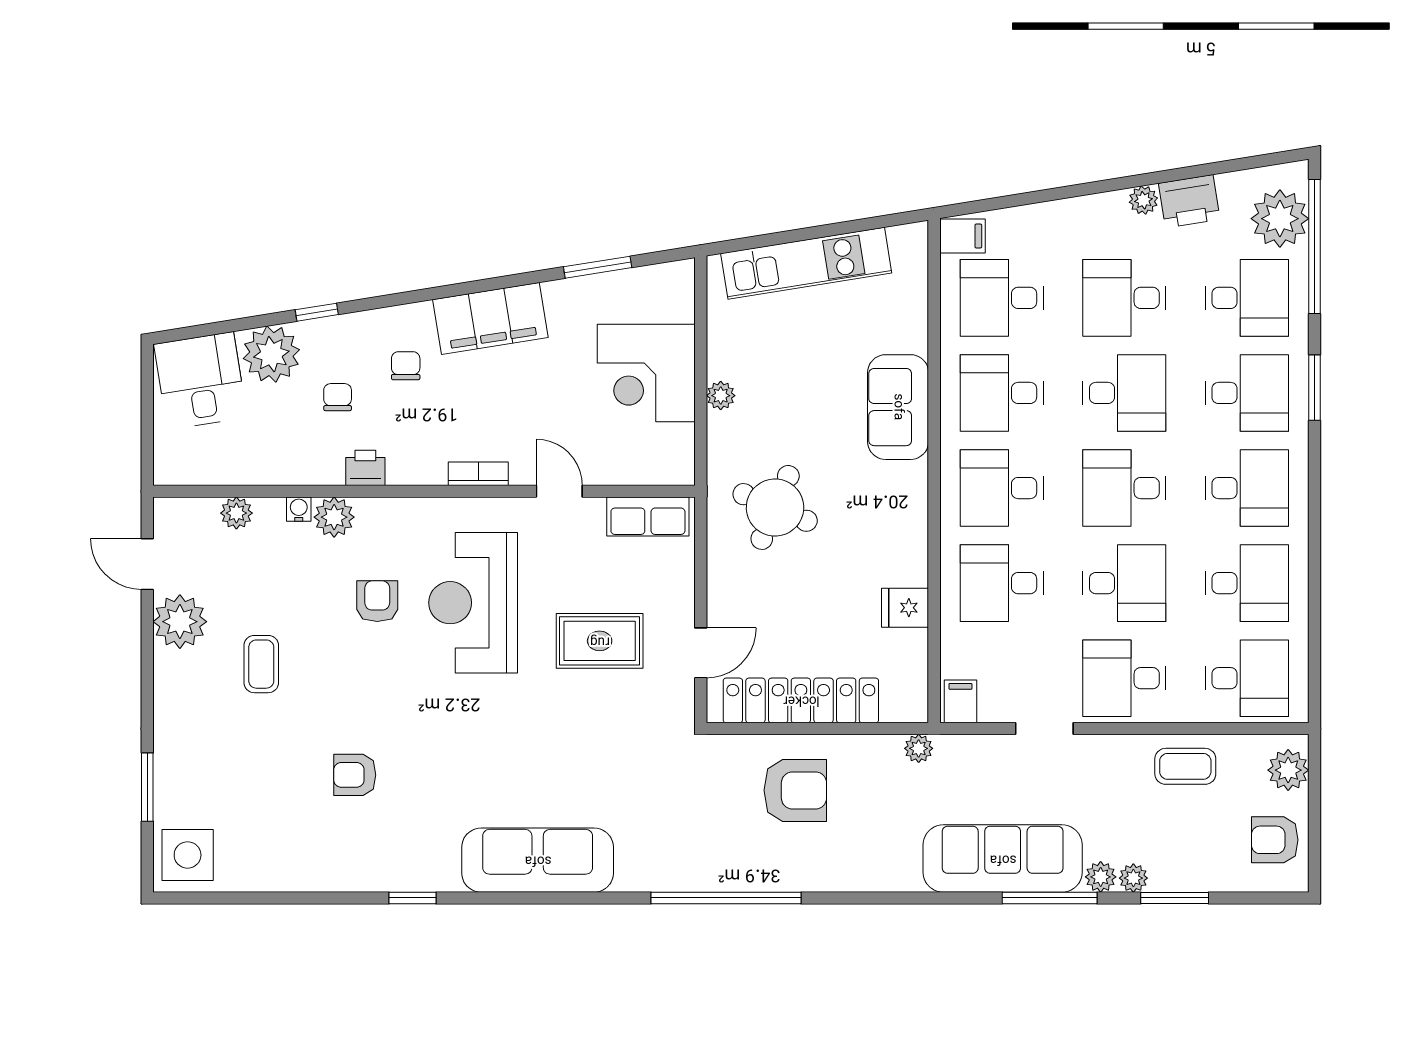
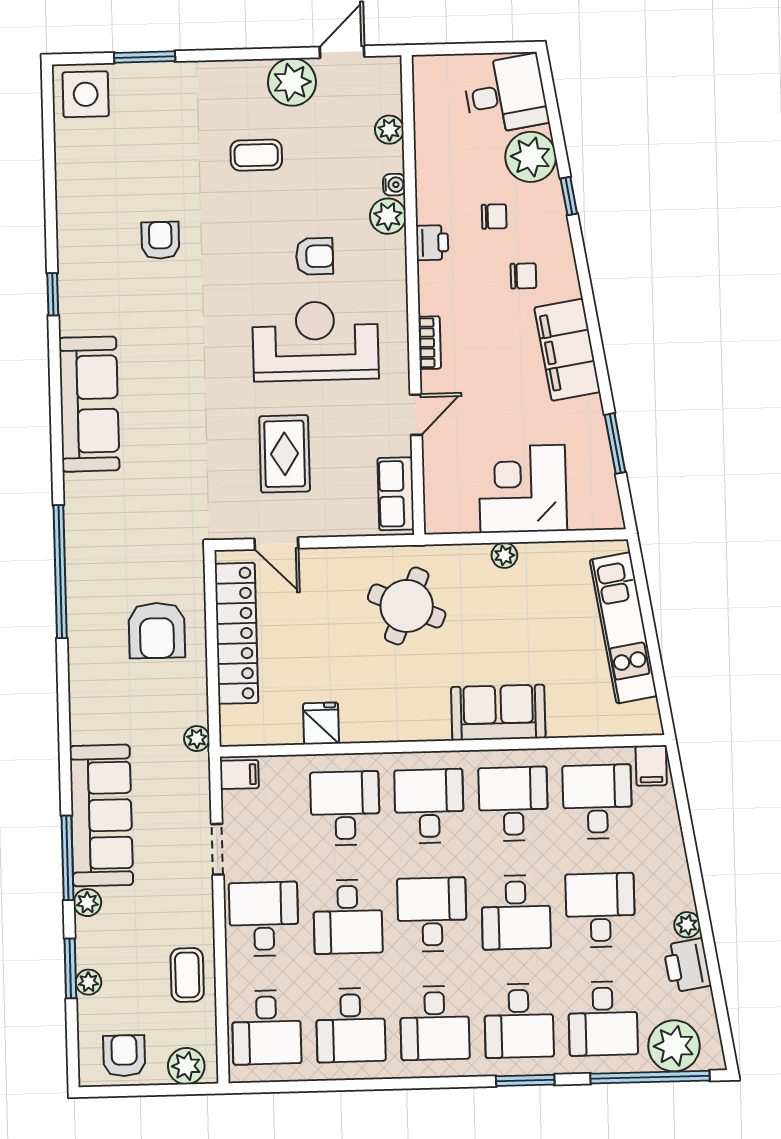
plant: (1133, 878) -> (88, 982), moved

